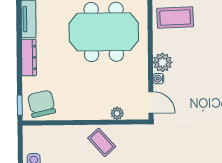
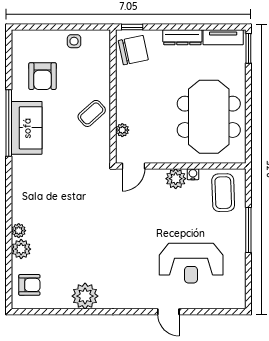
water cooler: (158, 79) -> (193, 174), moved

